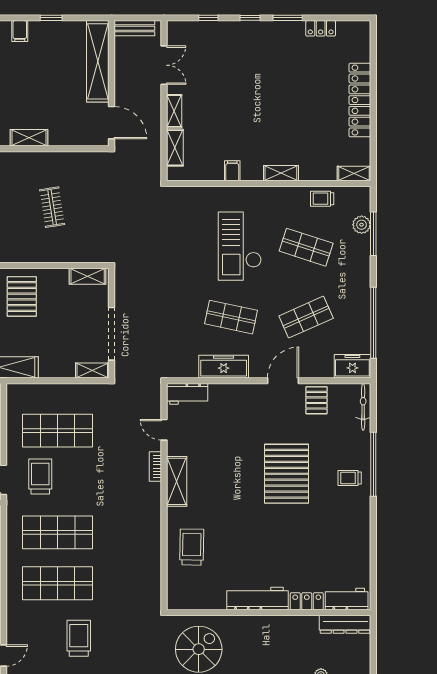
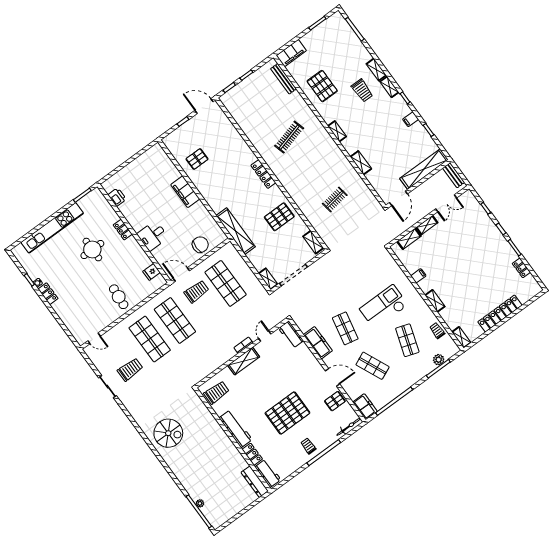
workbench: (257, 599) -> (236, 429), moved
workbench: (347, 599) -> (268, 473), moved
locker: (307, 601) -> (252, 454), moved
wall: (269, 613) -> (233, 439), moved
dresser: (345, 624) -> (255, 482), moved

